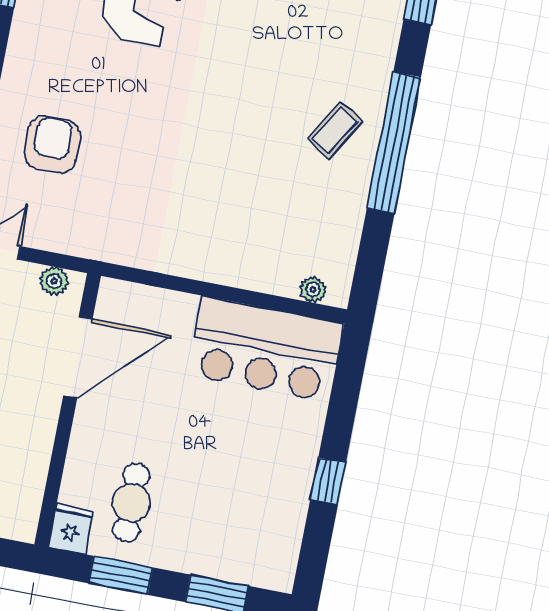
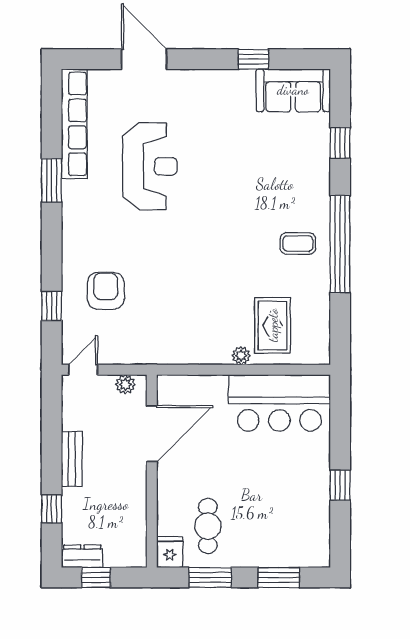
coffee table: (335, 130) -> (298, 243), turned 59
rug: (277, 239) -> (273, 325), added
plant: (313, 290) -> (241, 356), moved

